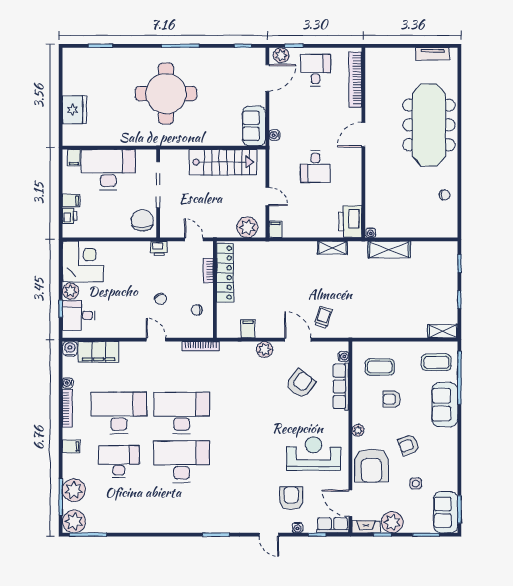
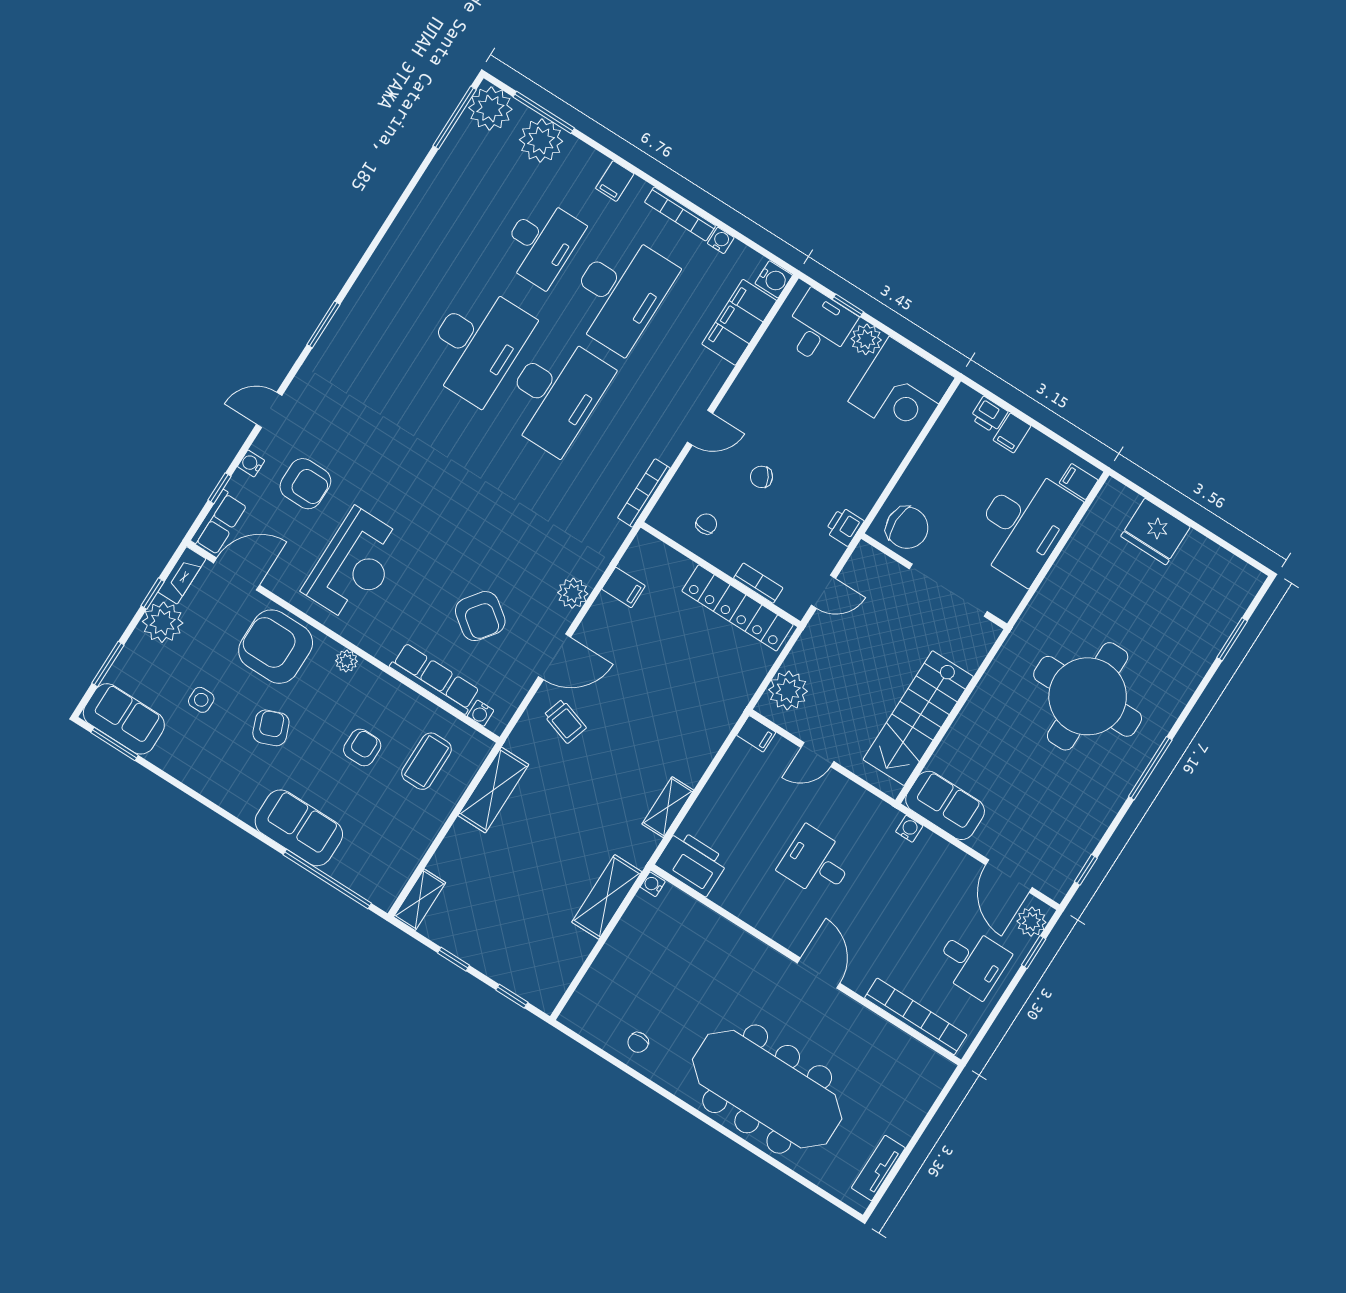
shelving: (374, 329) -> (493, 790), added
coffee table: (436, 362) -> (376, 858), removed

